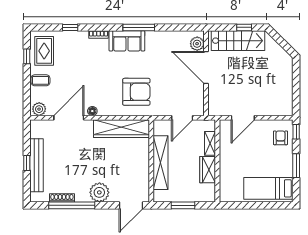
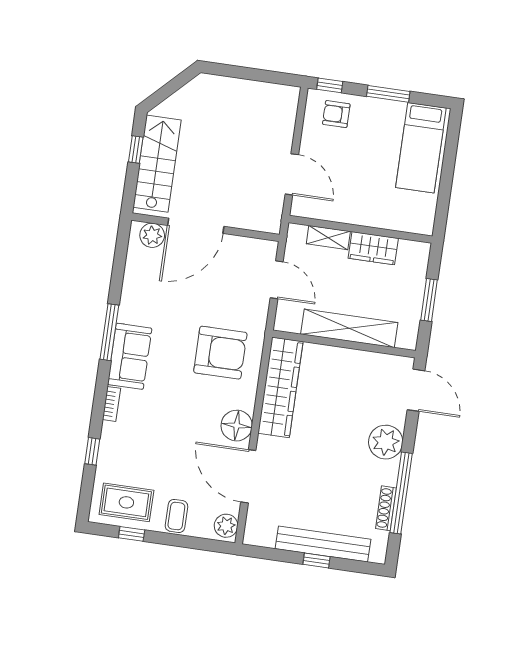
armchair: (136, 92) -> (220, 353), turned 90
floor lamp: (92, 111) -> (237, 426), width x1.89, depth x1.89

